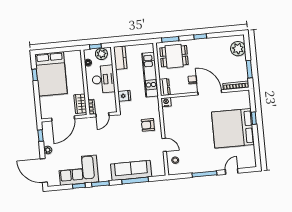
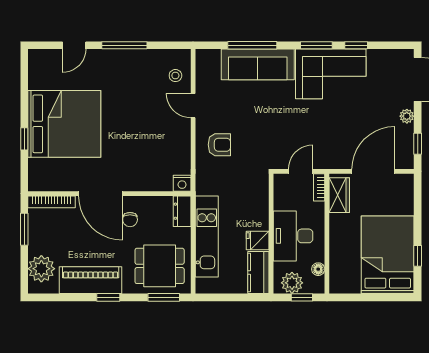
piano: (211, 45) -> (91, 280), added
fridge: (124, 96) -> (258, 240), moved
corner sofa: (78, 170) -> (331, 74), moved

